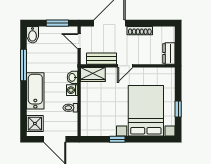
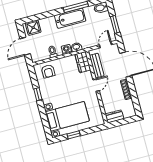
door: (125, 66) -> (96, 85), swing flipped
bathtub: (35, 91) -> (70, 18), moved
bed with nightstands: (146, 111) -> (67, 116), width x0.73
armchair: (93, 119) -> (48, 71), added

